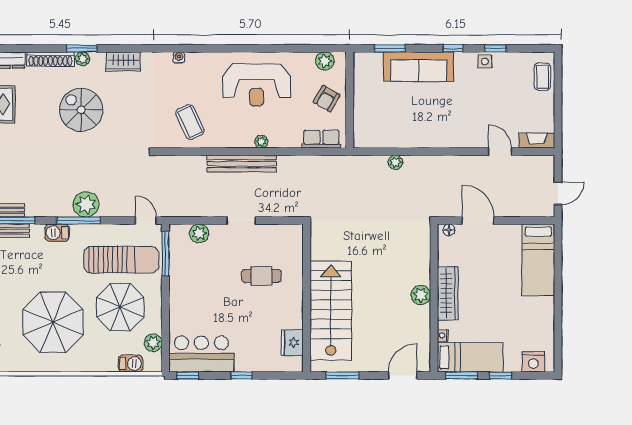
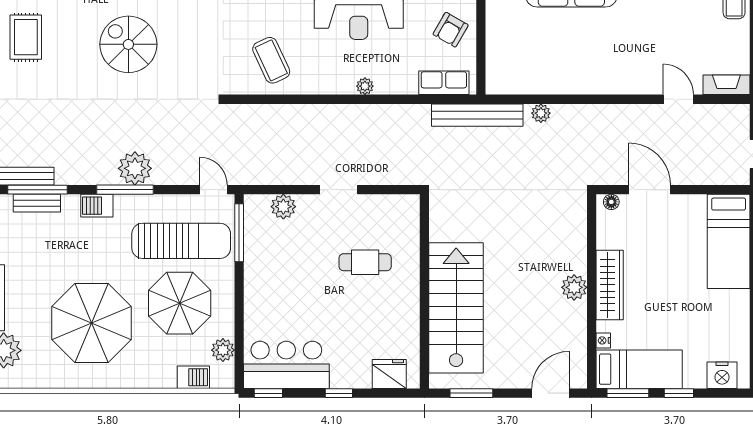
bench: (242, 164) -> (477, 115), moved
fridge: (292, 342) -> (389, 374), moved, turned 90

